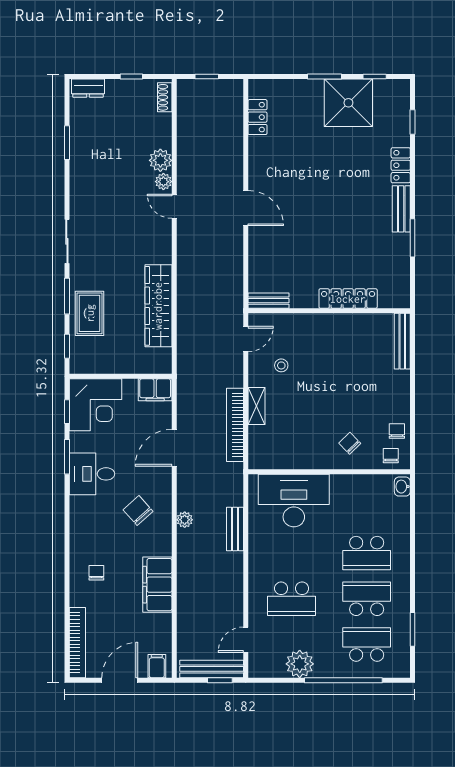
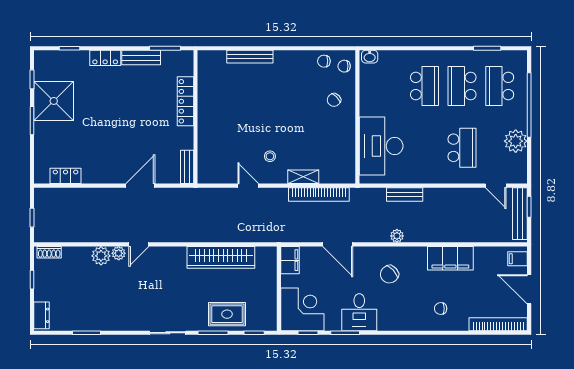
locker: (348, 299) -> (185, 101), moved
bench: (268, 301) -> (187, 167), moved
wall: (329, 311) -> (196, 117), moved

